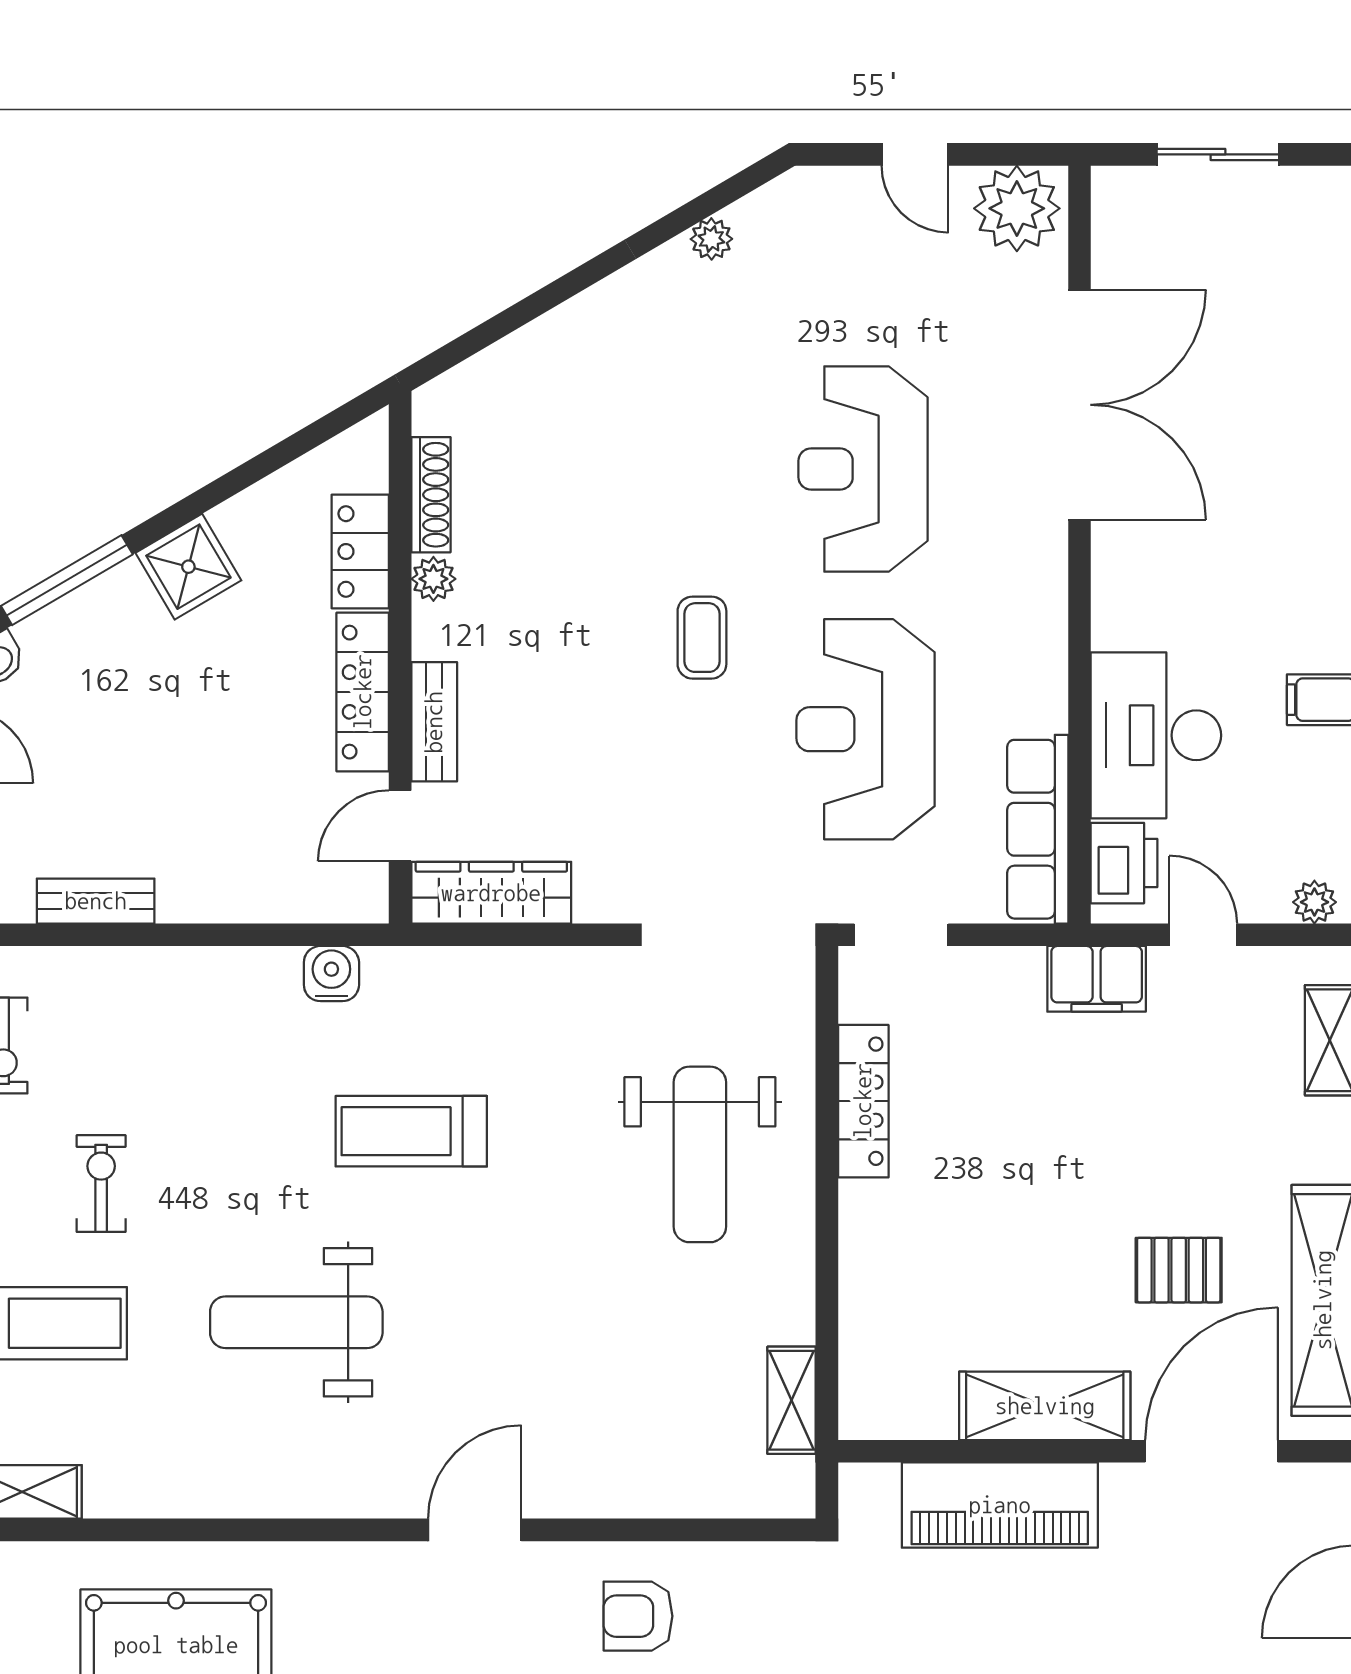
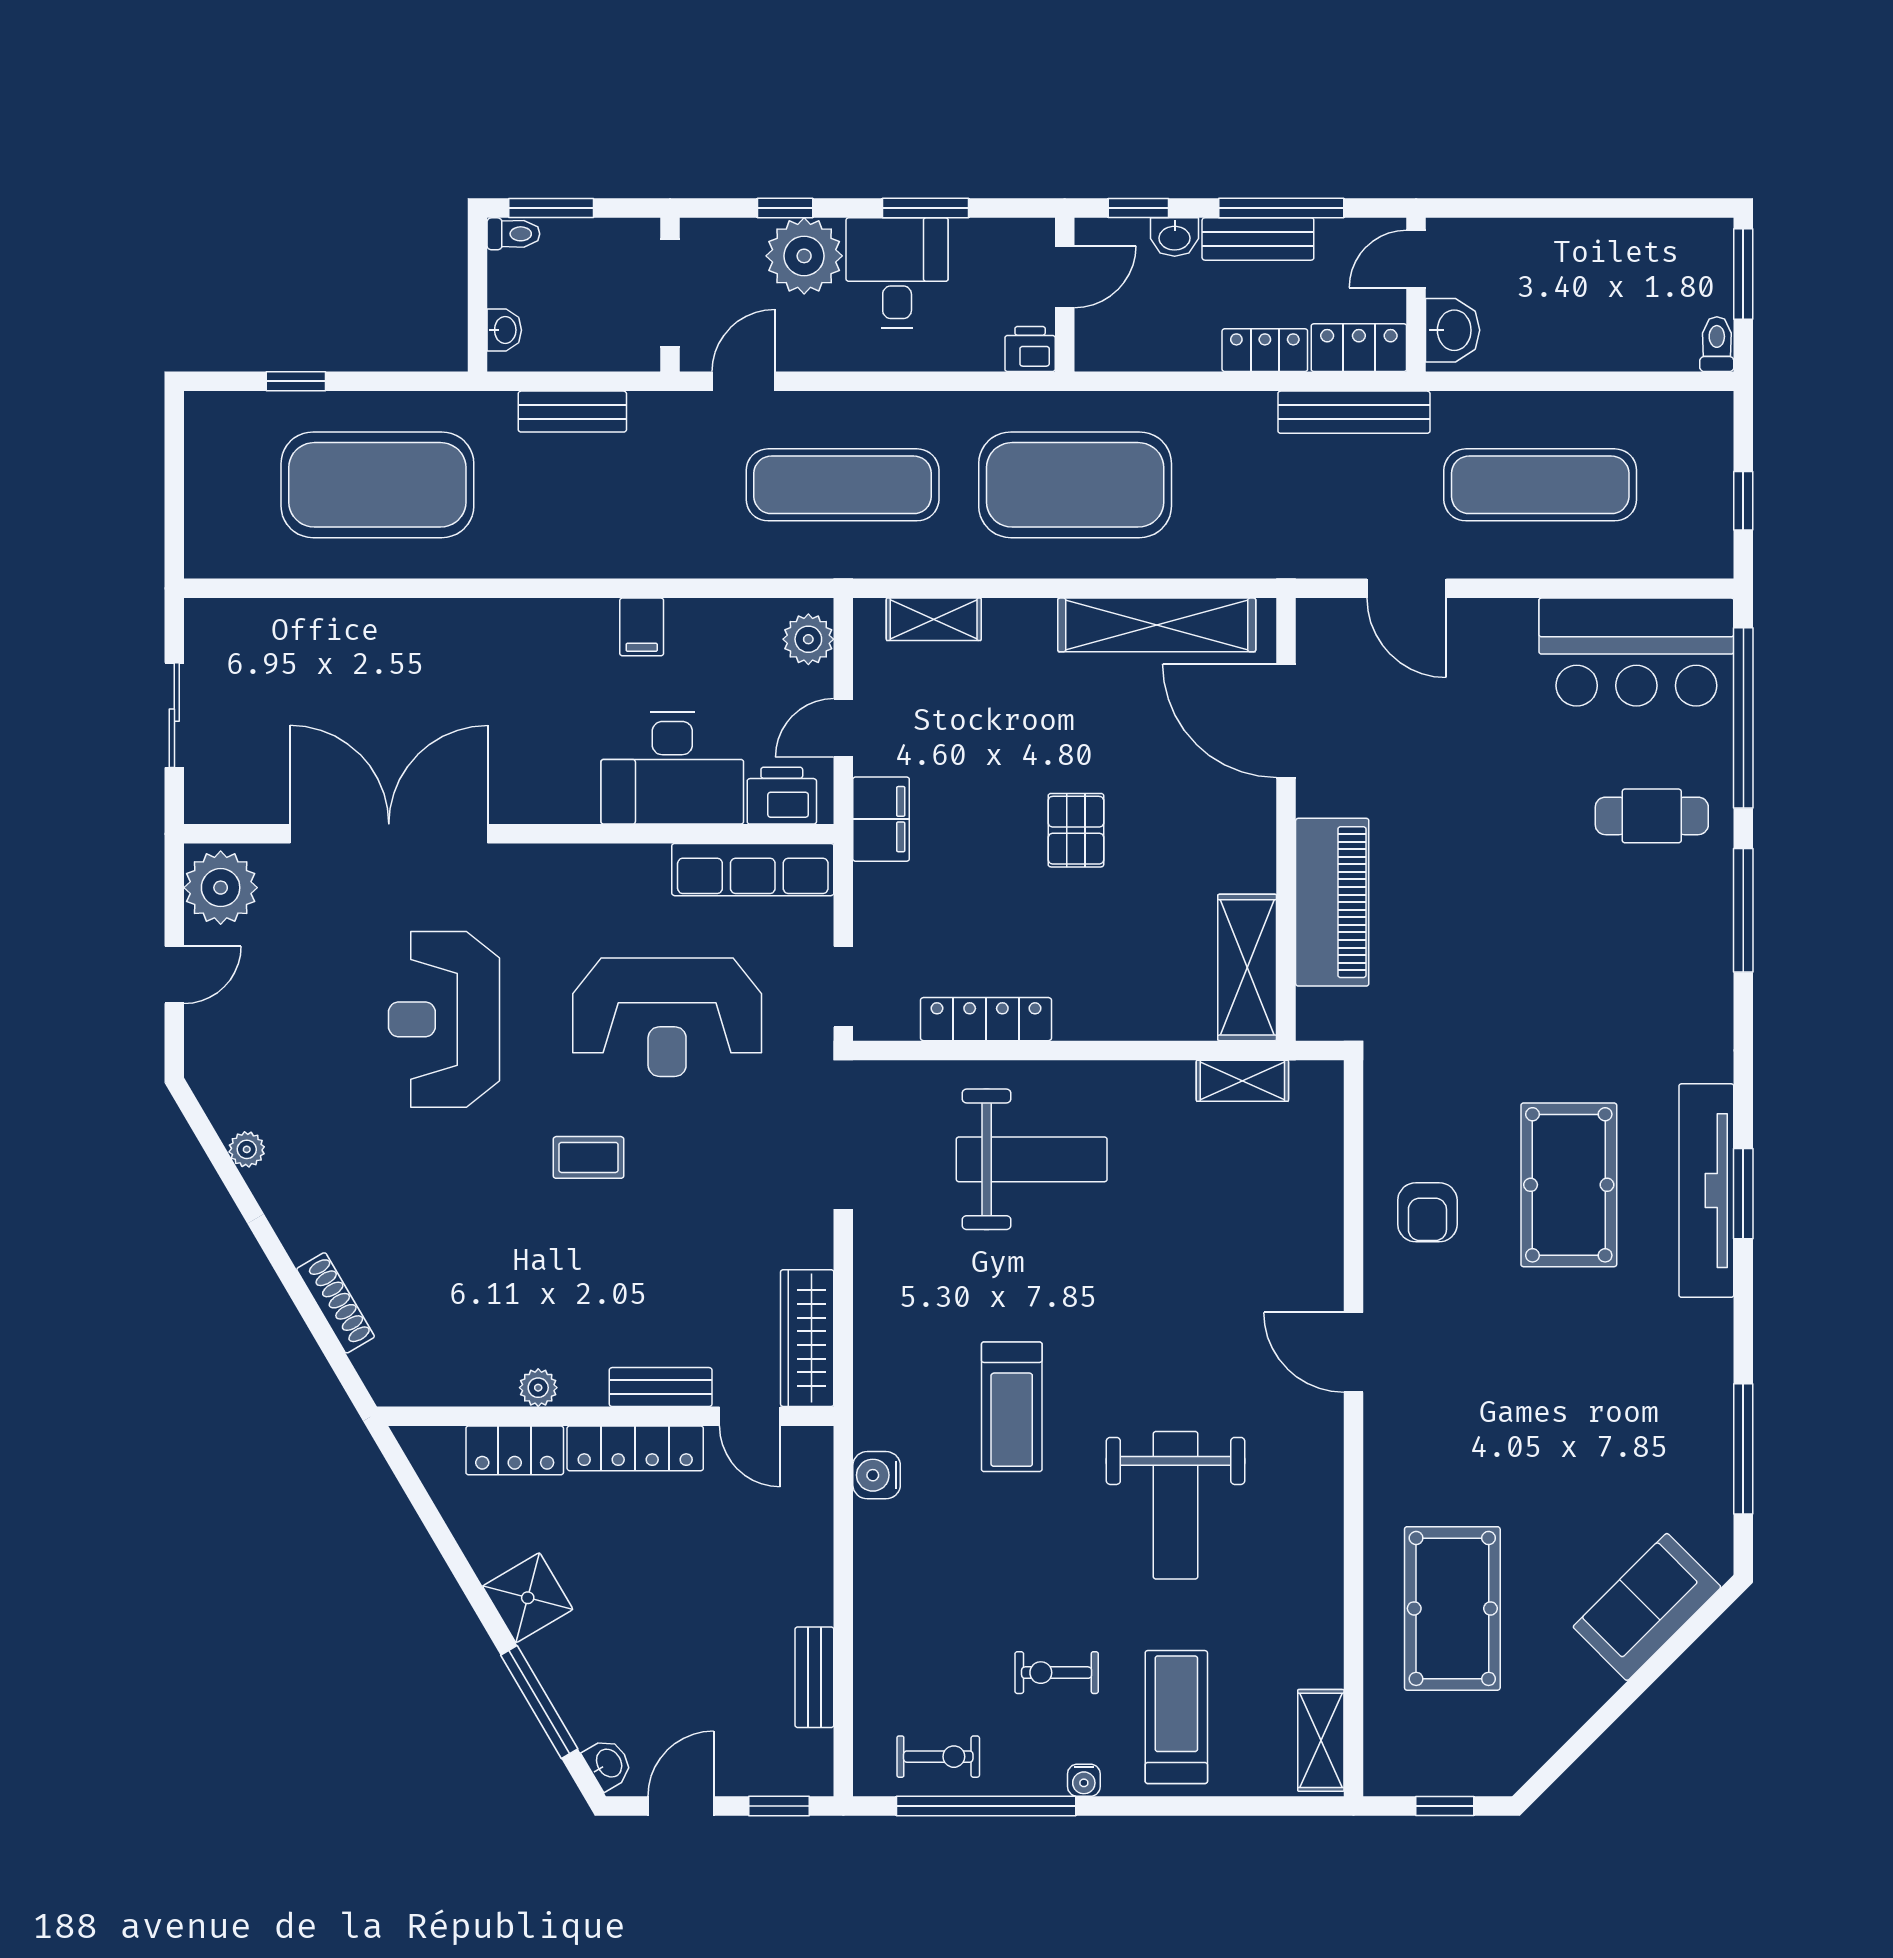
reception desk: (863, 469) -> (444, 1019), turned 90
shoe rack: (431, 495) -> (336, 1303), moved, turned 60
plant: (1314, 902) -> (808, 639), width x1.38, depth x1.38
pallet: (1179, 1270) -> (1076, 830), moved
shelving: (1045, 1406) -> (1247, 967), moved

